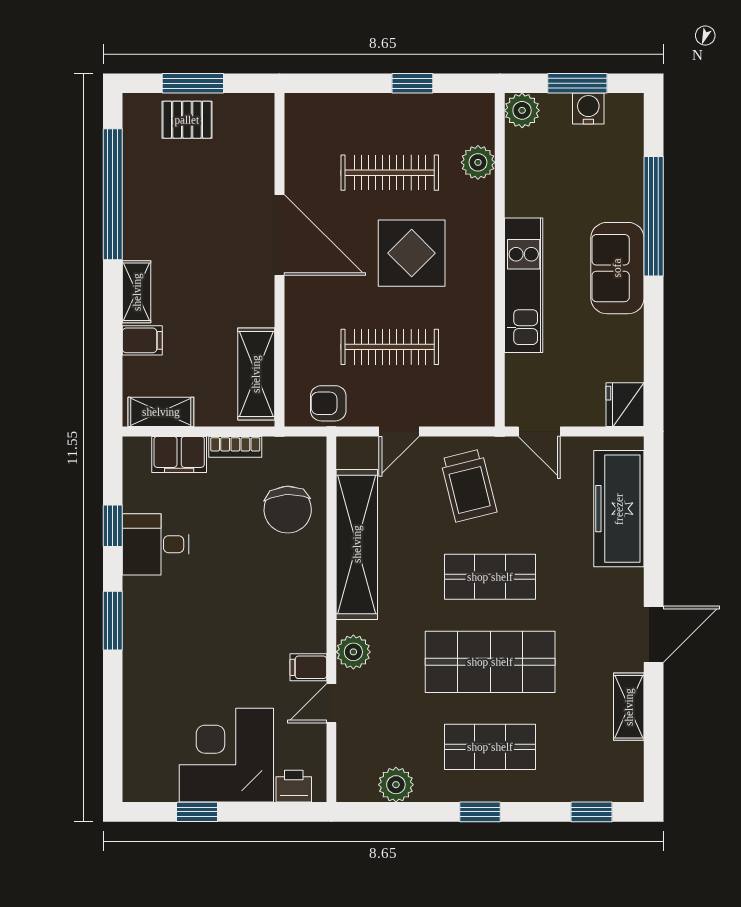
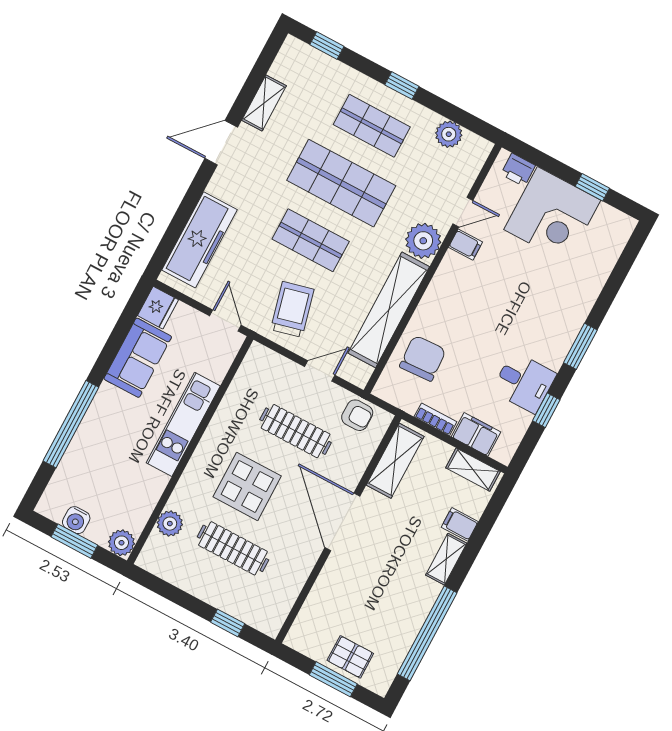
window: (412, 83) -> (228, 623), moved
door: (280, 235) -> (342, 522), moved
sofa: (617, 268) -> (138, 358), moved
plant: (353, 652) -> (423, 241), width x1.36, depth x1.36

